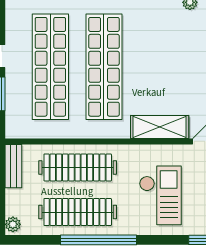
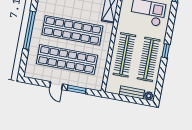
bench: (13, 166) -> (132, 92), moved
window: (98, 240) -> (166, 51), width x0.32

